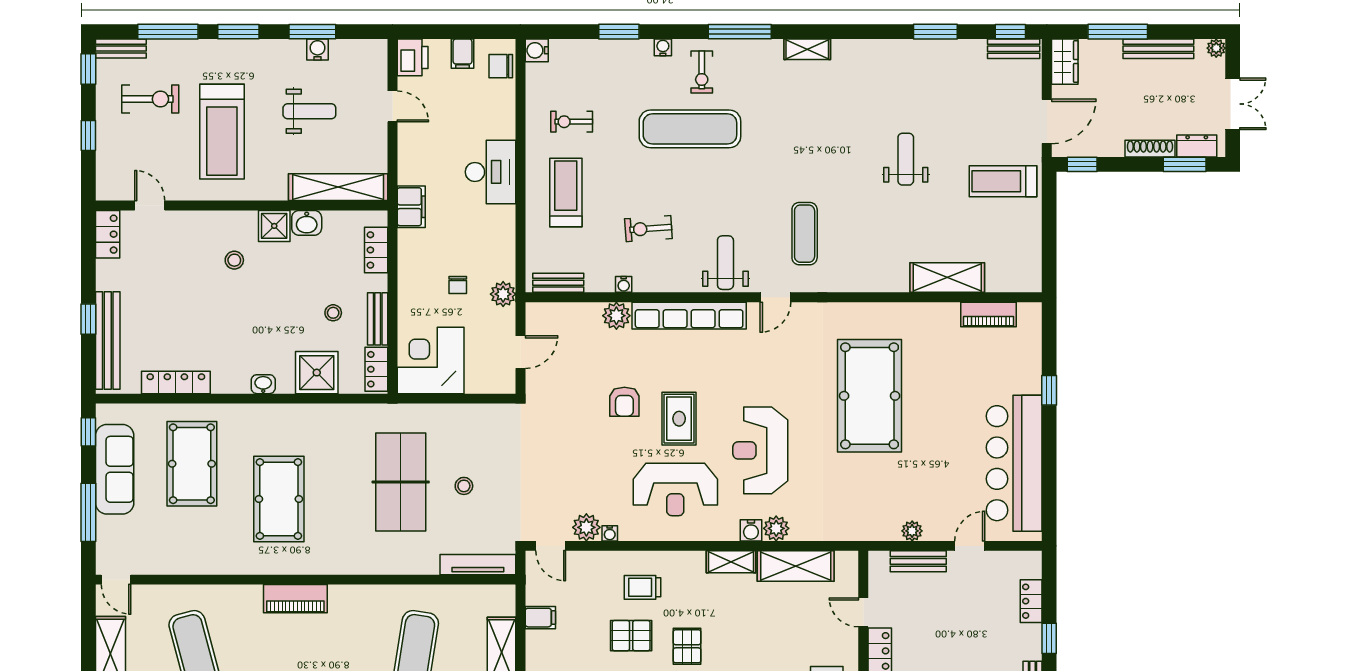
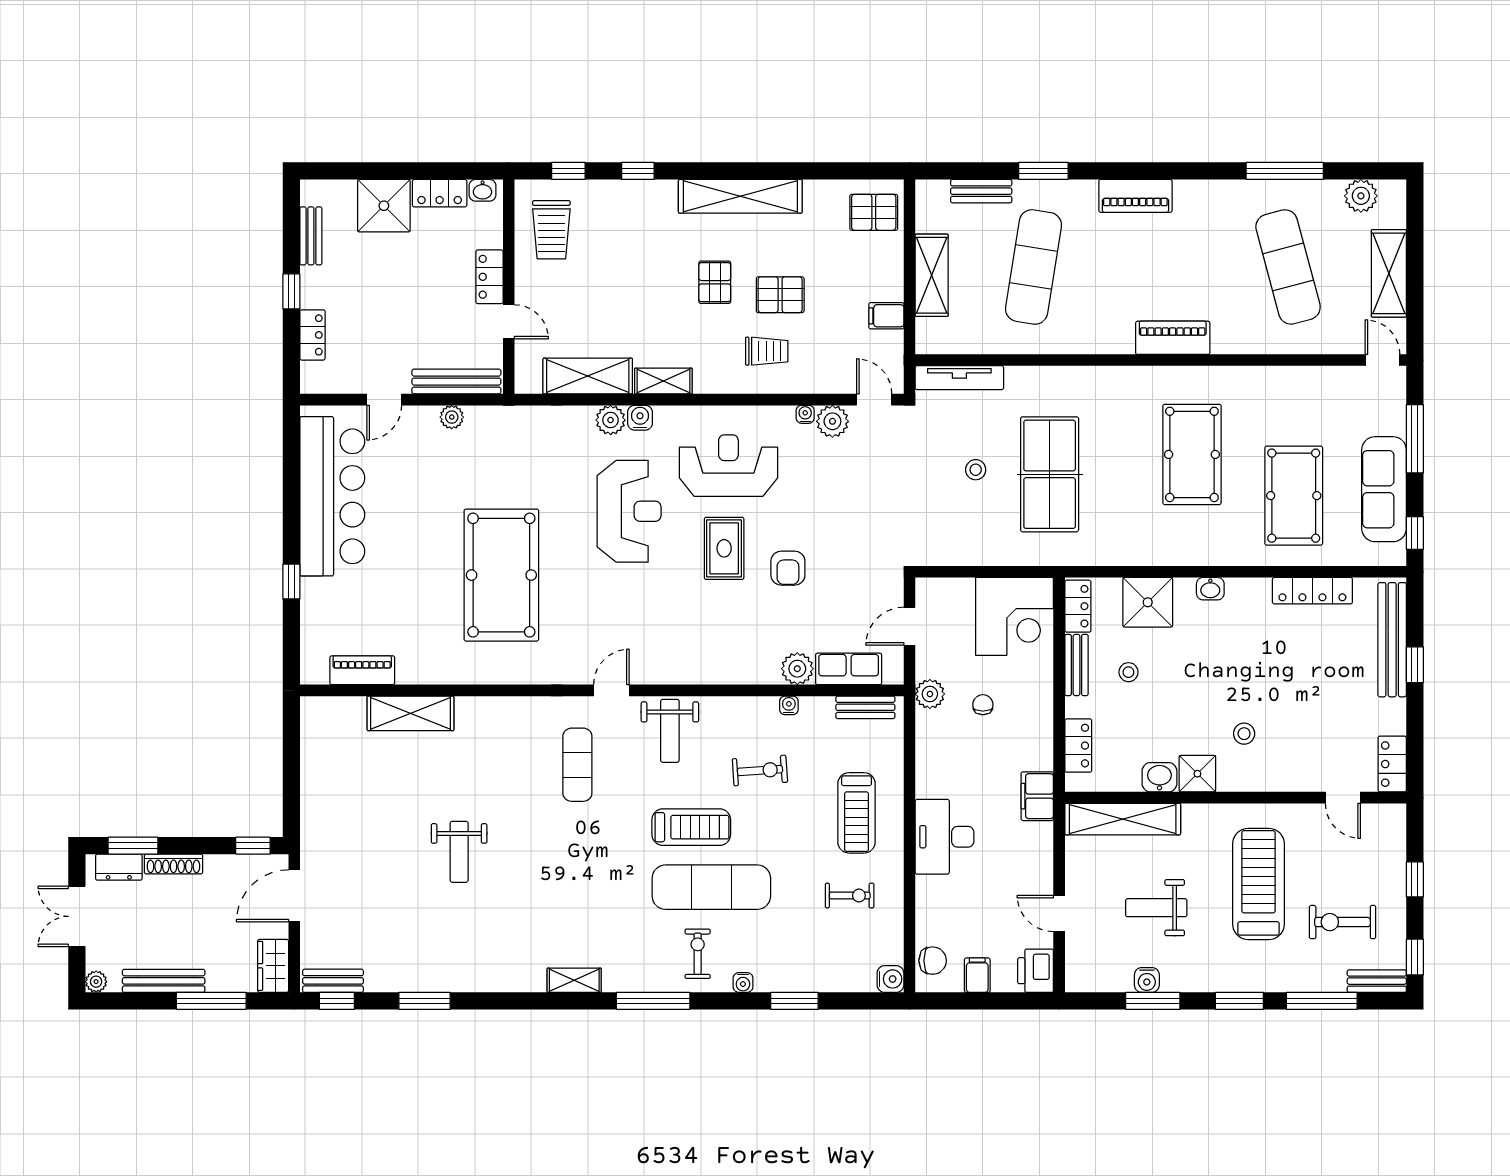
treadmill: (1003, 181) -> (691, 827), moved
row of seats: (689, 316) -> (849, 669), moved, width x0.50
armchair: (624, 402) -> (788, 568), turned 180
bench: (918, 561) -> (456, 382), width x1.36

